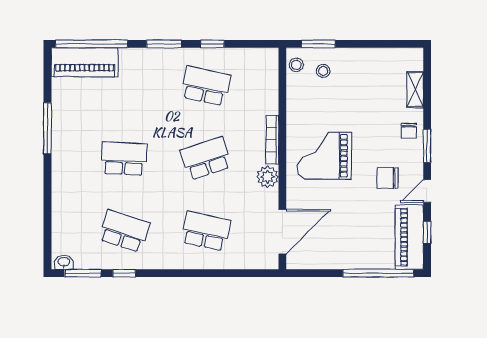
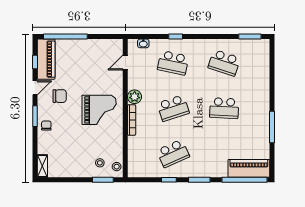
school desk: (206, 86) -> (173, 153), turned -36
shelving: (415, 90) -> (42, 166), moved
door: (282, 232) -> (125, 62), width x0.53
washbasin: (64, 262) -> (143, 43), moved
window: (124, 273) -> (176, 37), moved

